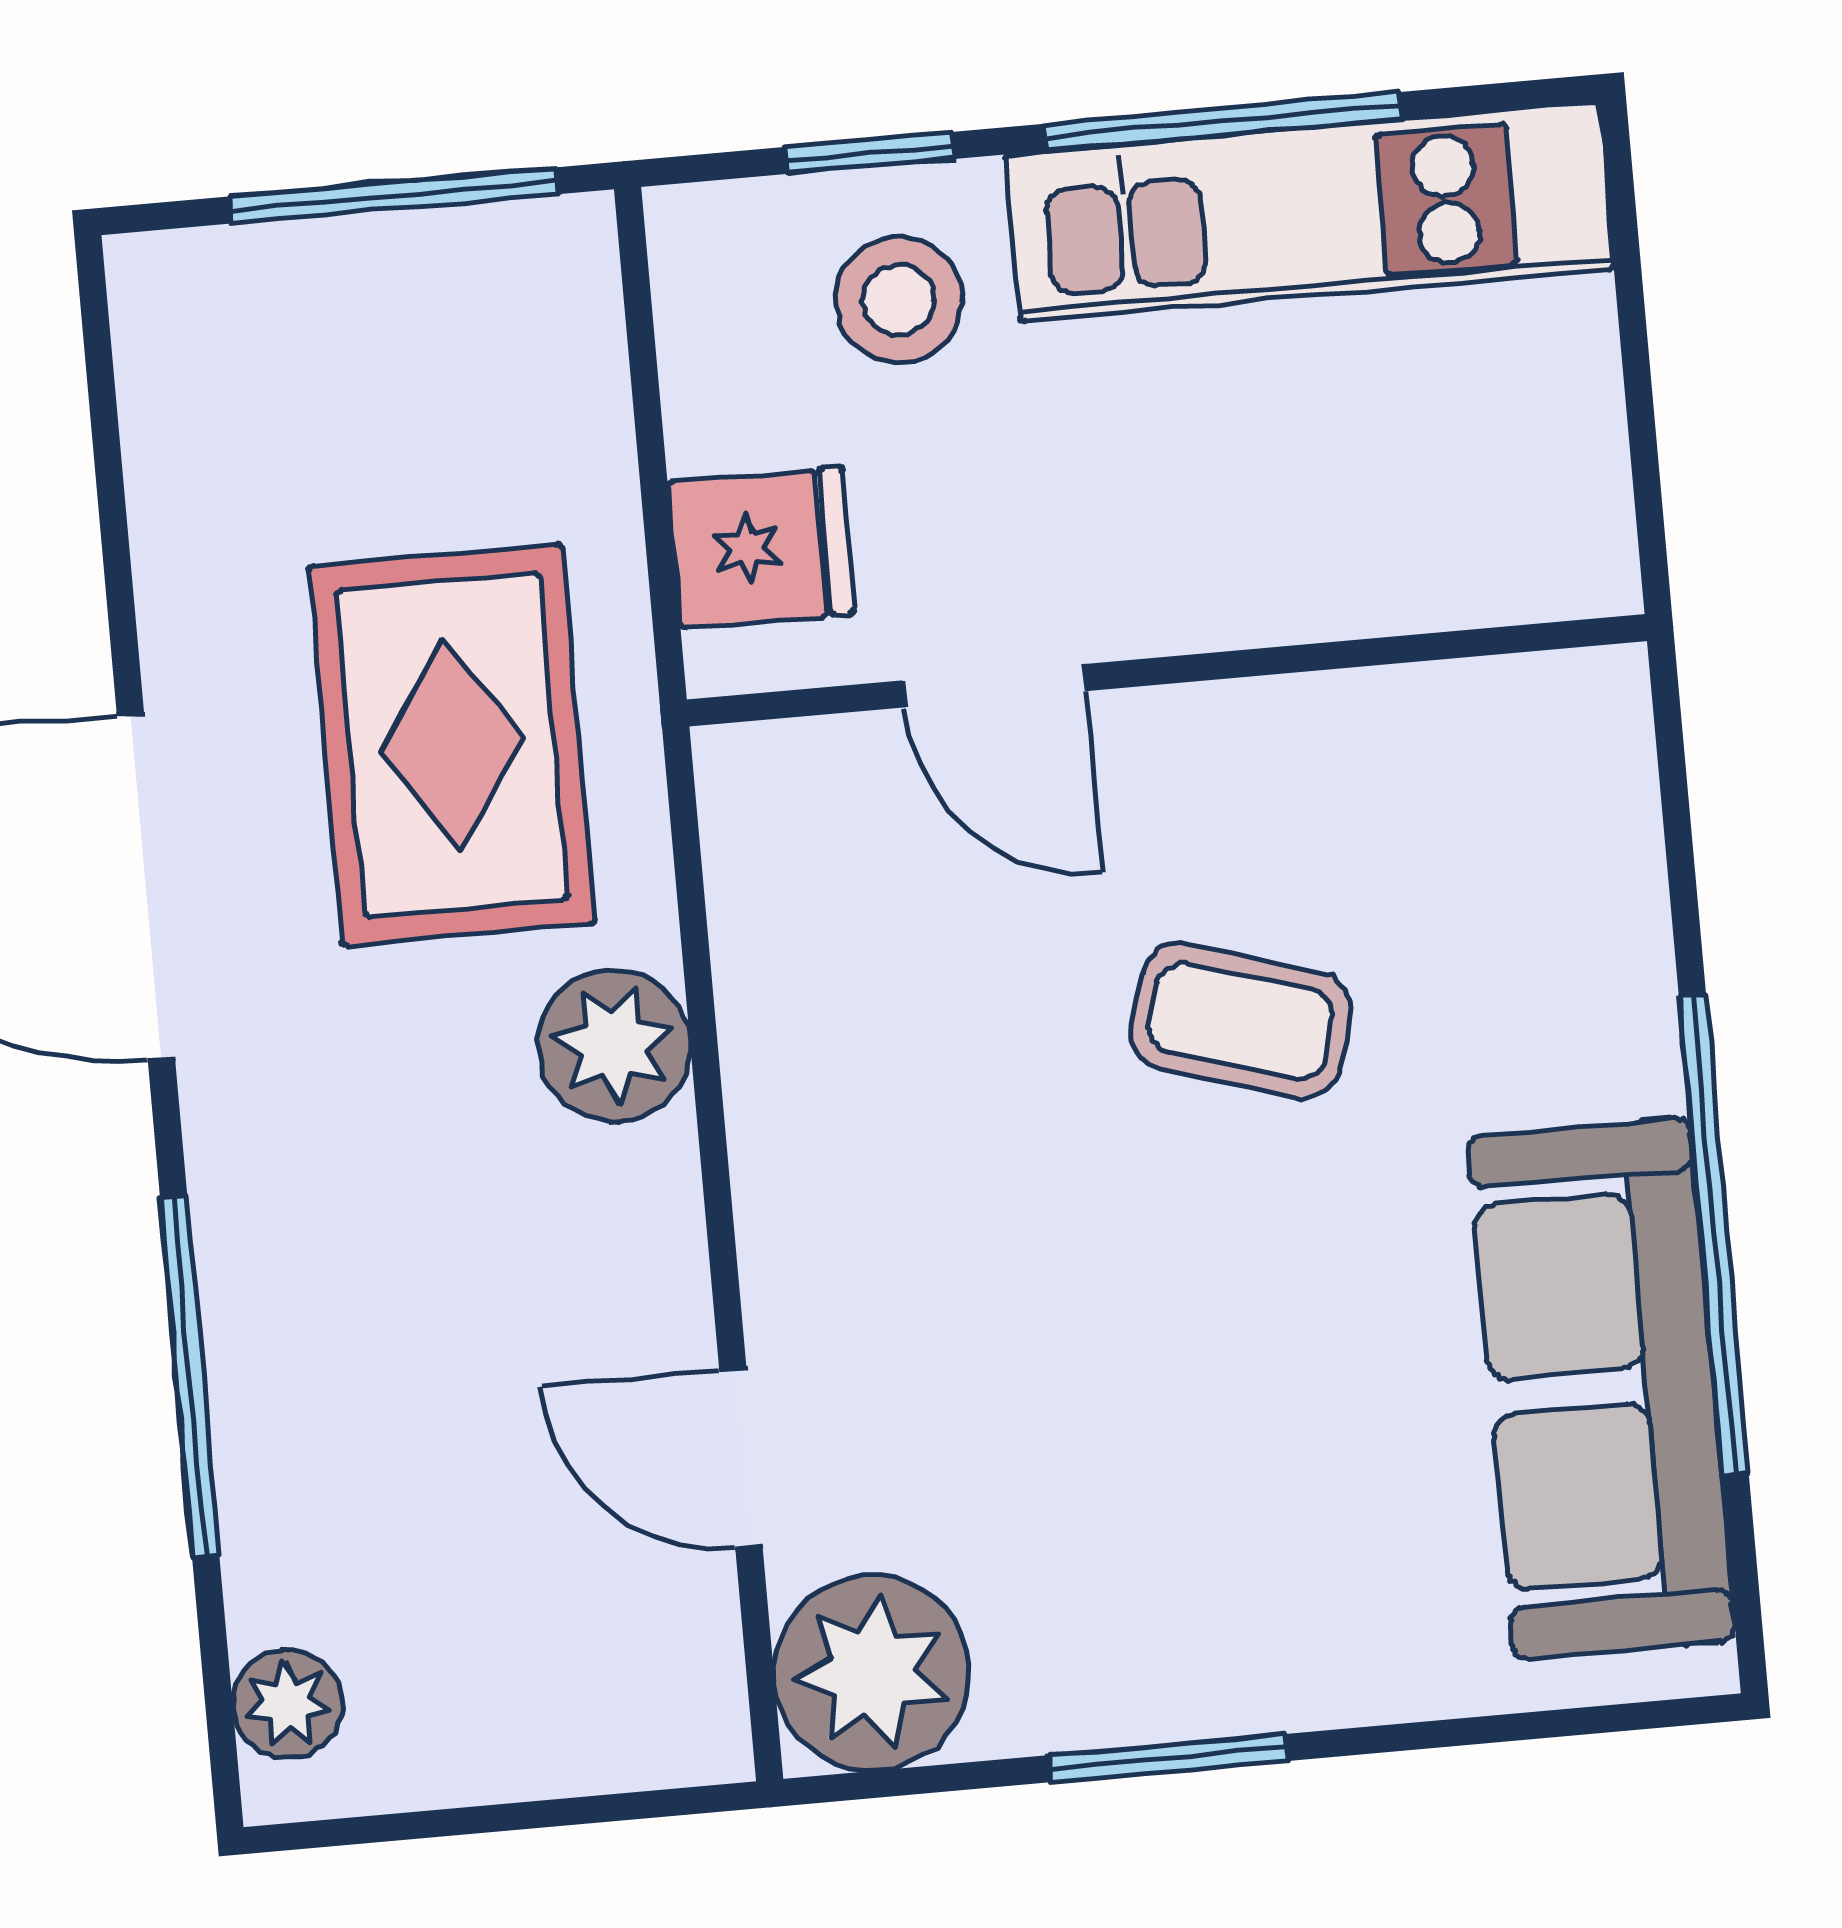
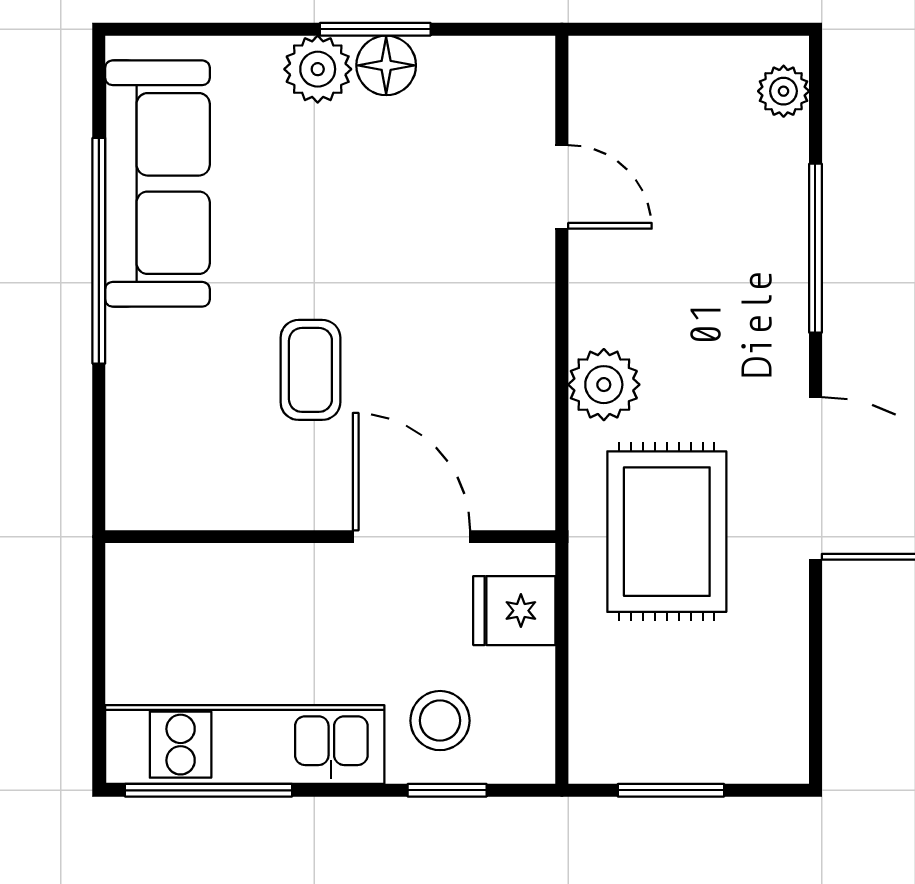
window: (1222, 121) -> (208, 790), moved
window: (394, 195) -> (671, 790), width x0.69
door: (994, 686) -> (411, 537), width x1.38
coffee table: (1241, 1021) -> (310, 370), turned 73
plant: (872, 1673) -> (318, 69), moved, width x0.73, depth x0.73
floor lamp: (1138, 1683) -> (386, 65), added

